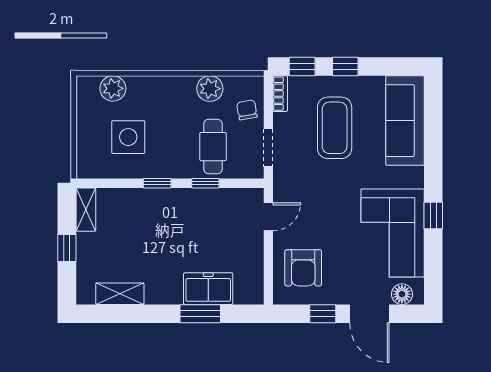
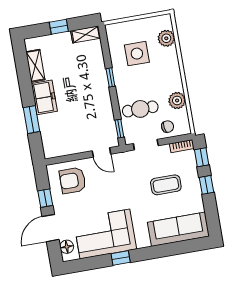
coffee table: (335, 128) -> (166, 185), width x0.73, depth x0.76
window: (205, 183) -> (119, 129), moved
freezer: (208, 289) -> (44, 97), moved

